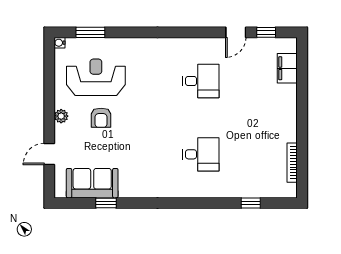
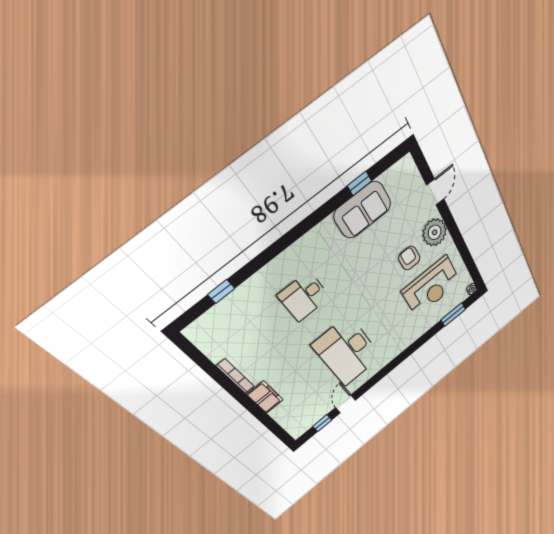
filing cabinet: (287, 68) -> (265, 397), moved
desk: (201, 81) -> (347, 351), width x1.87, depth x1.30
plant: (61, 116) -> (435, 232), width x1.88, depth x1.88
bookcase: (292, 163) -> (235, 376), moved
sofa: (92, 183) -> (363, 210), moved

